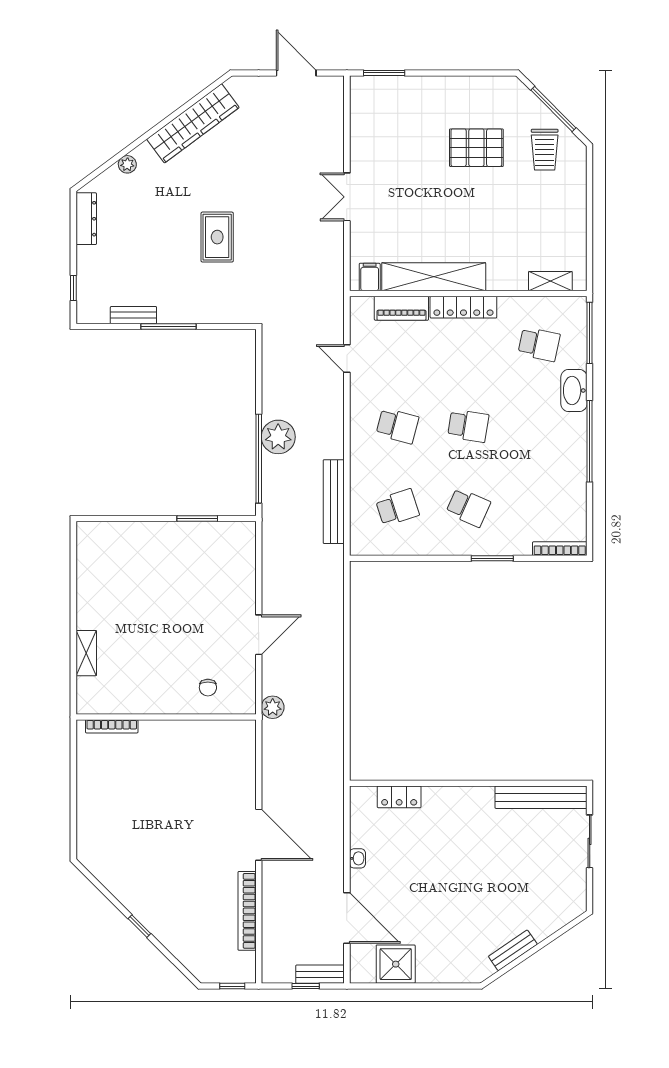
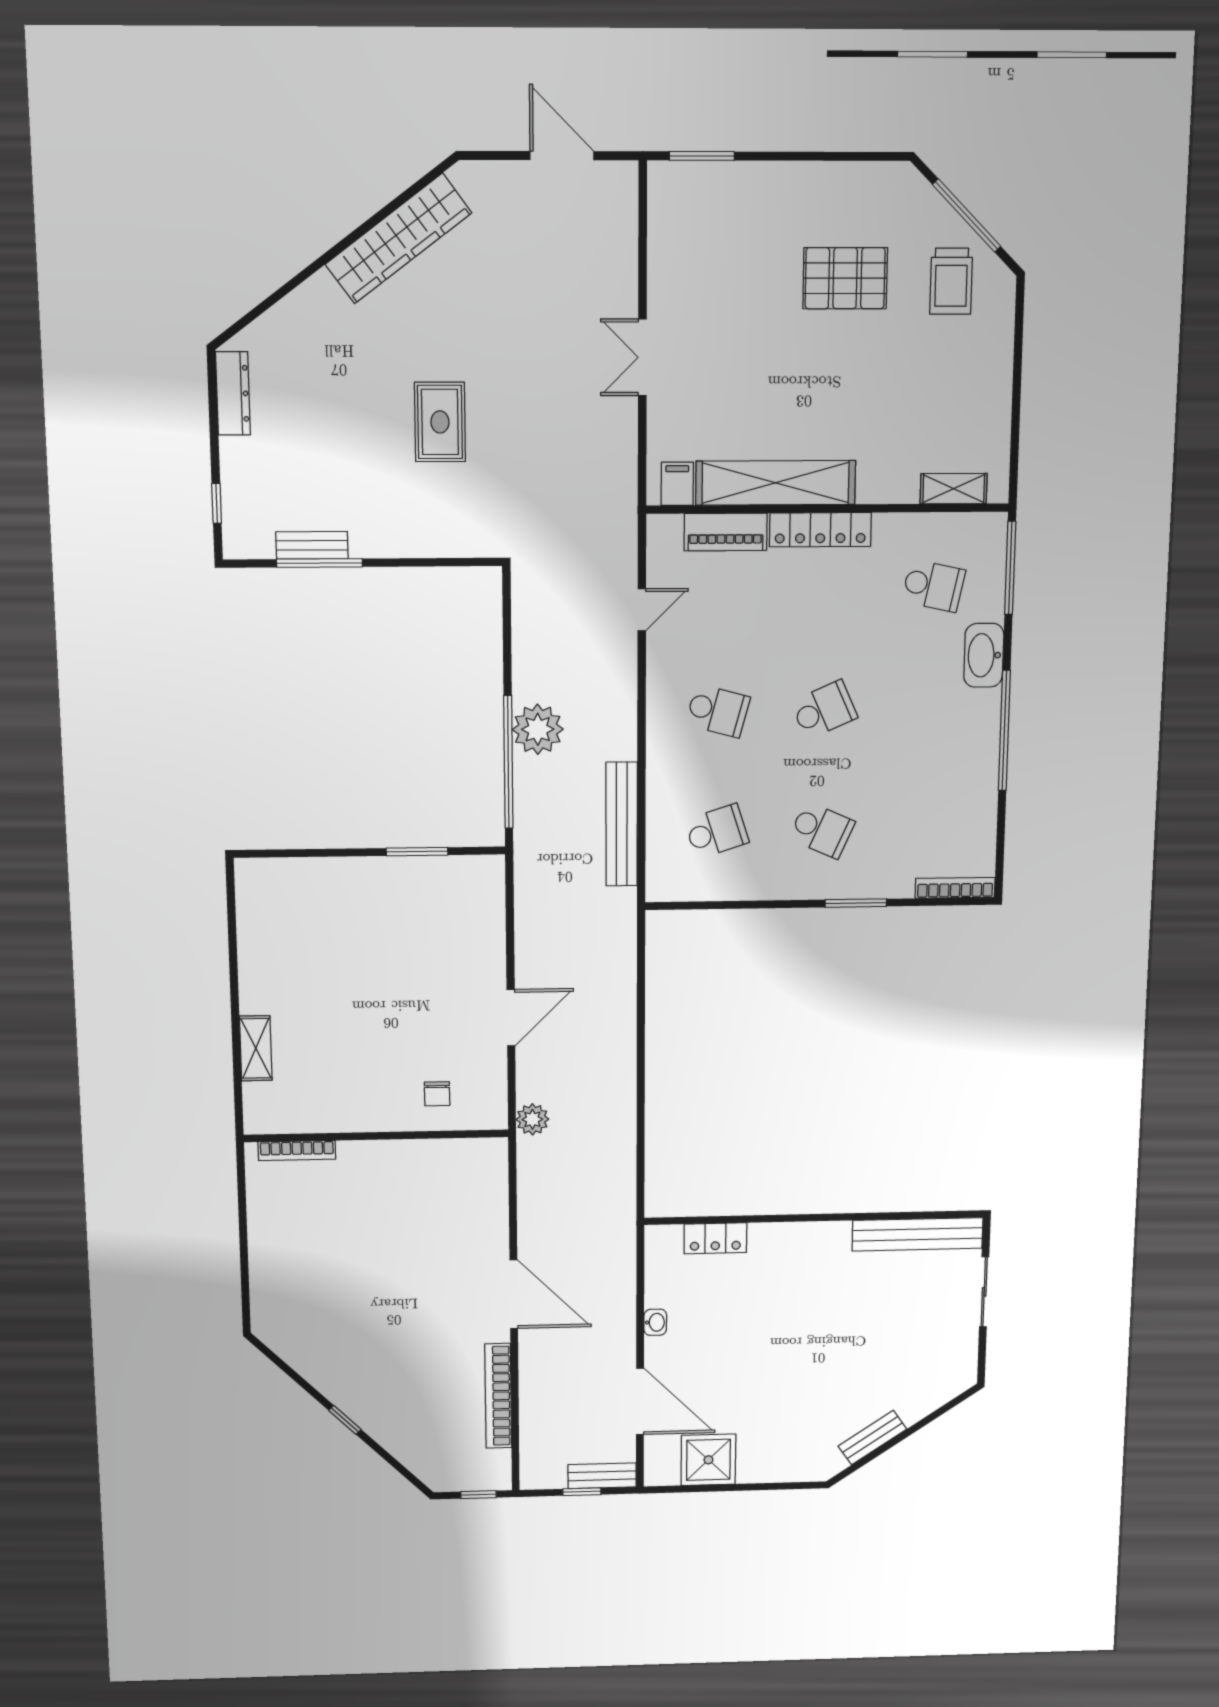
plant: (127, 164) -> (295, 306), removed
window: (168, 327) -> (319, 563), moved
door: (347, 358) -> (642, 610), swing flipped
school desk: (468, 426) -> (824, 710), turned -33

